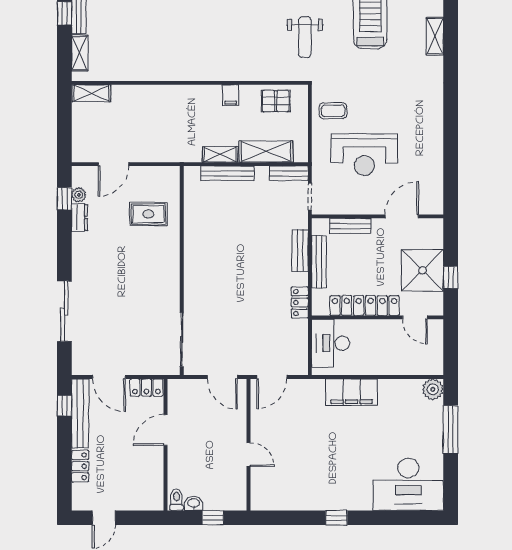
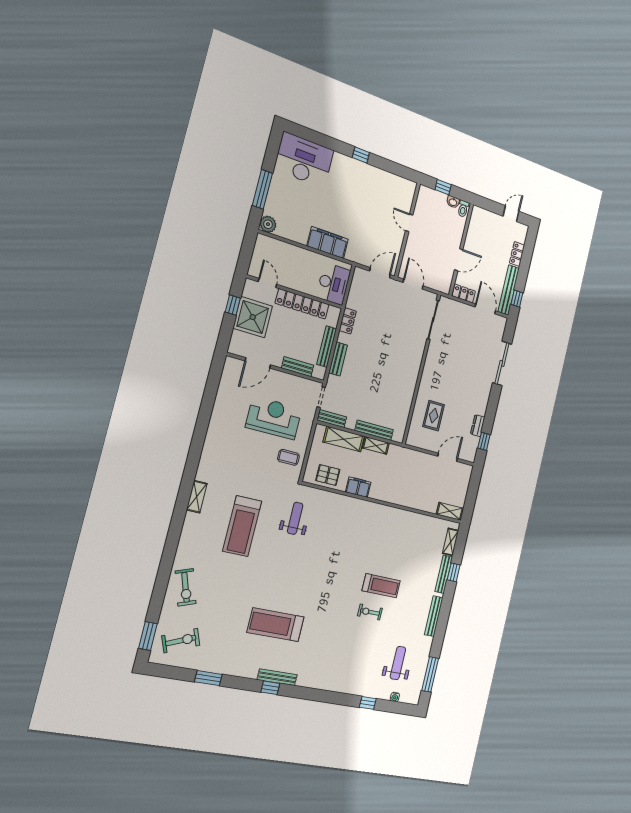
filing cabinet: (231, 95) -> (358, 487), width x2.00
plant: (79, 195) -> (474, 442), removed
rug: (148, 214) -> (434, 416), turned 90

